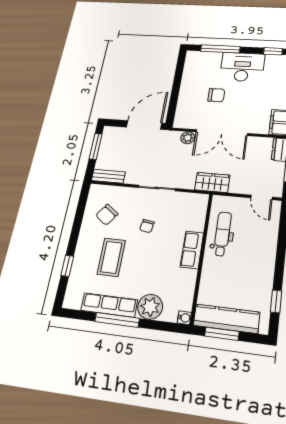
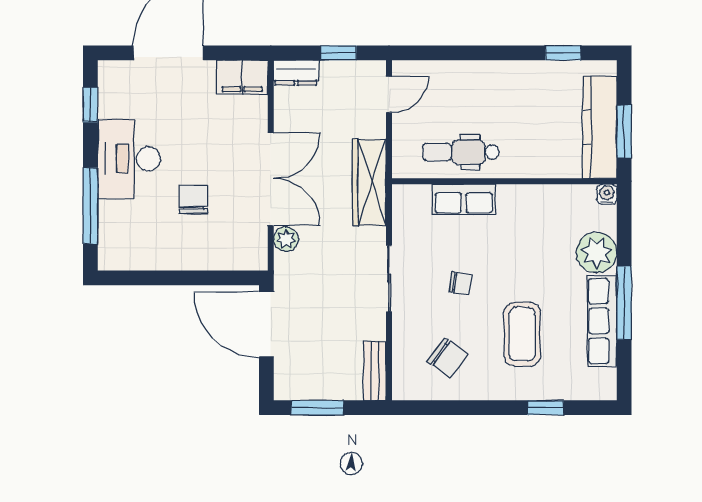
wardrobe: (212, 182) -> (369, 182), width x1.50
row of seats: (192, 250) -> (464, 199), moved
coffee table: (111, 257) -> (522, 334), turned 90

